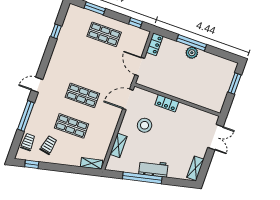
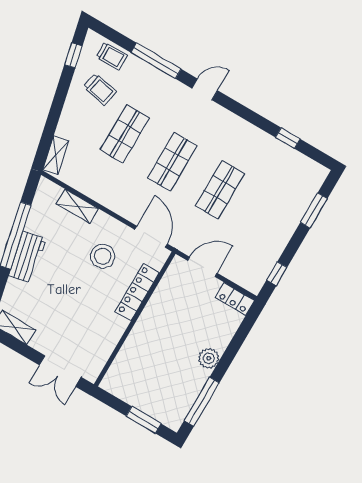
shop shelf: (104, 34) -> (220, 190), moved
window: (192, 43) -> (202, 402), moved
door: (37, 85) -> (205, 89), hinge flipped
locker: (167, 103) -> (137, 292), width x1.53

